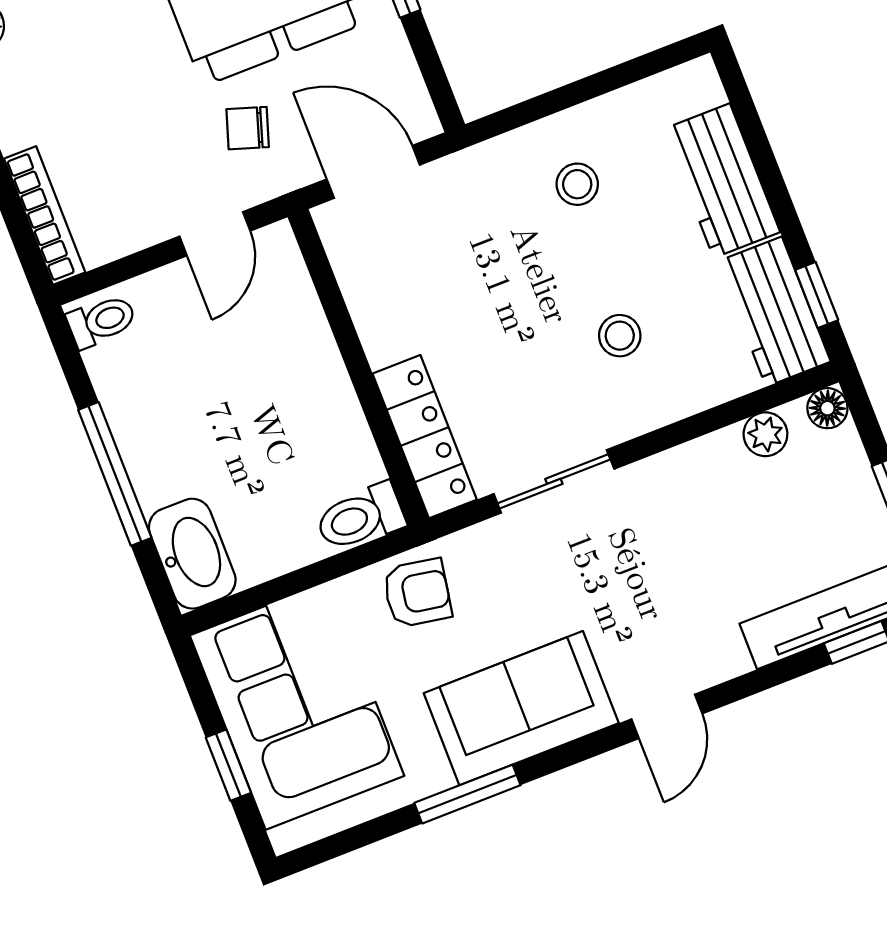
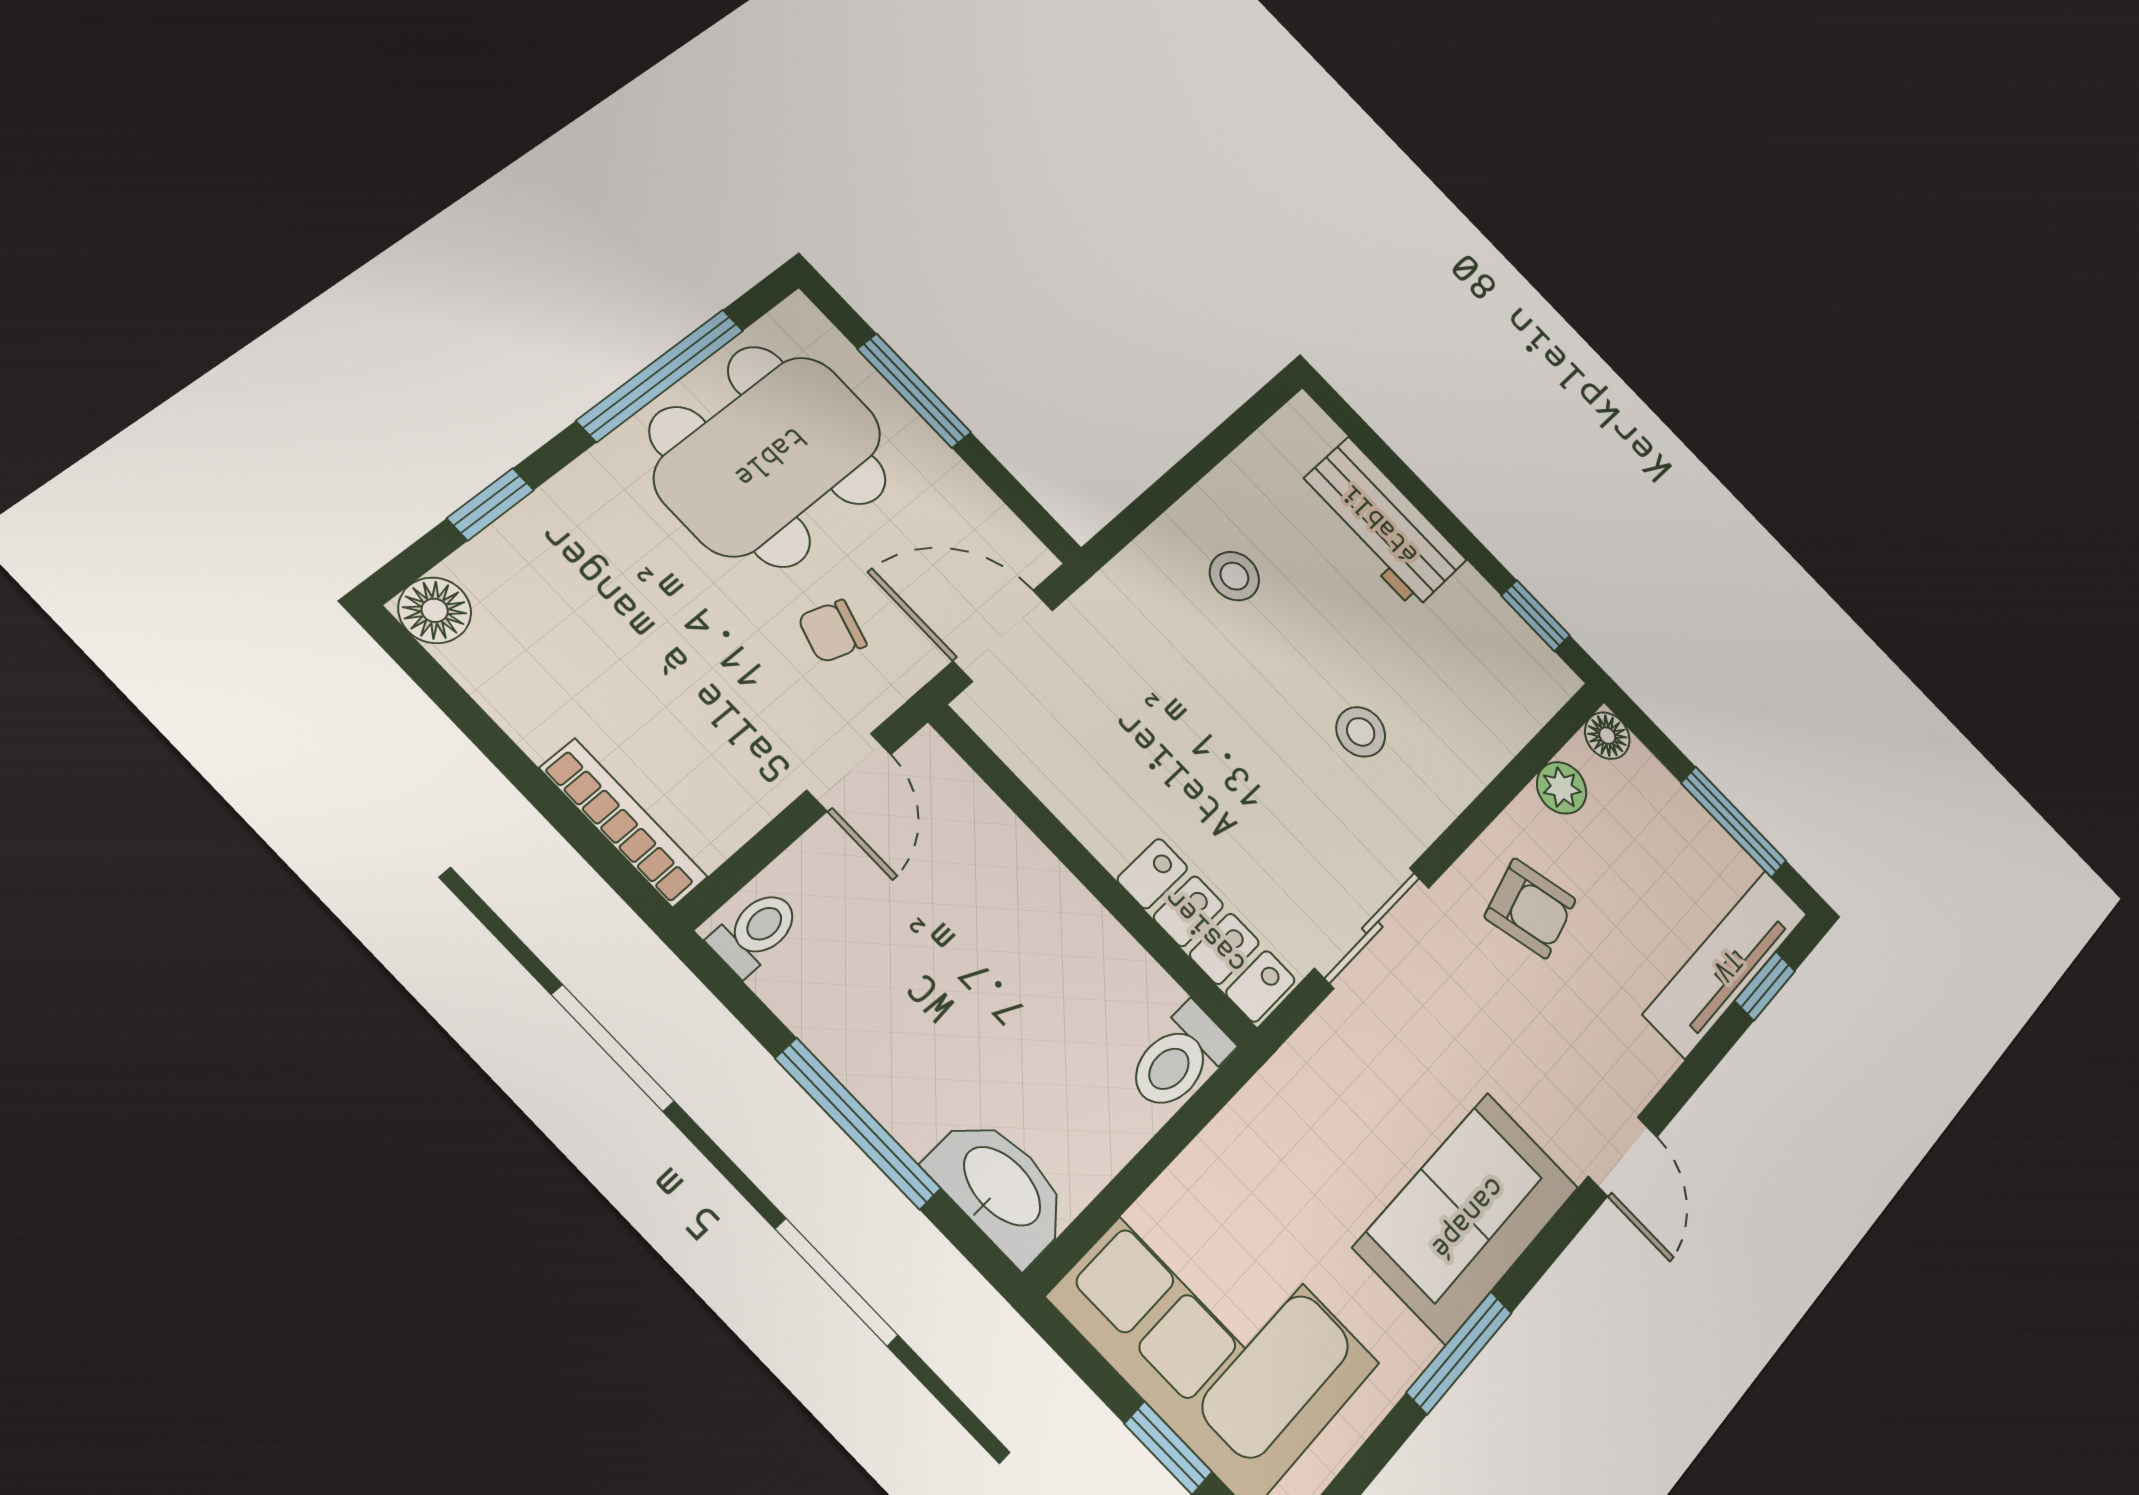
workbench: (774, 312) -> (1503, 649), removed
armchair: (417, 593) -> (1530, 908), moved, turned 66

